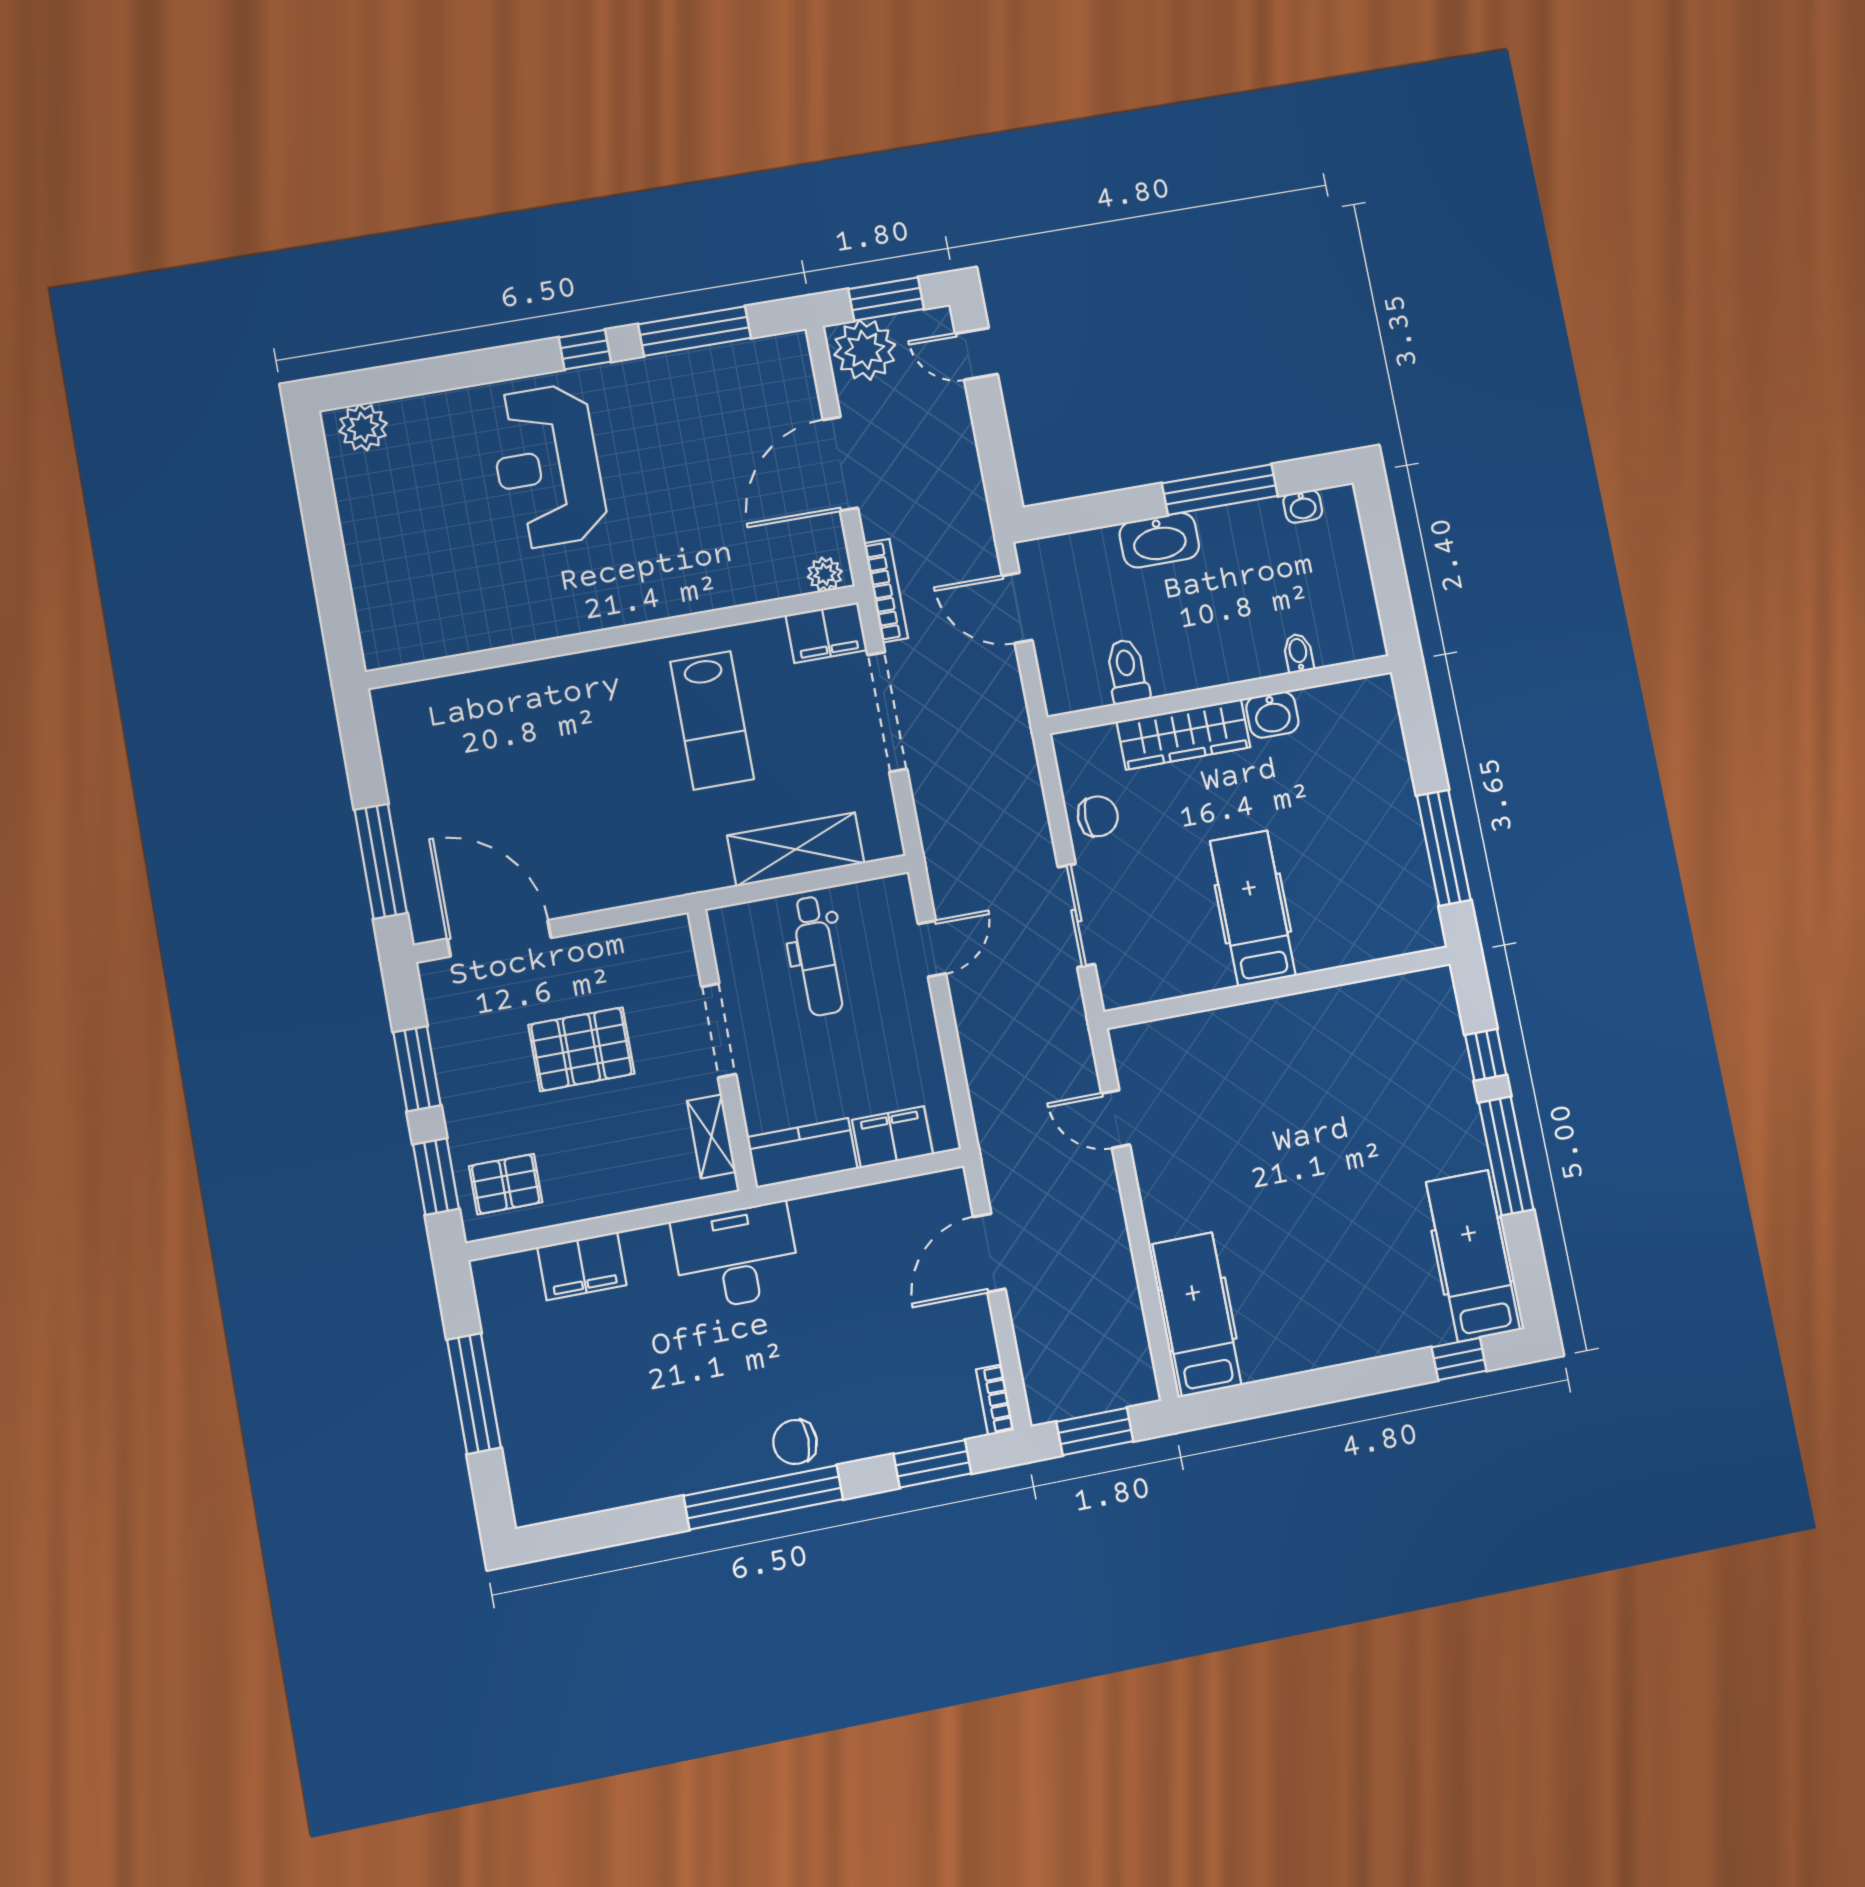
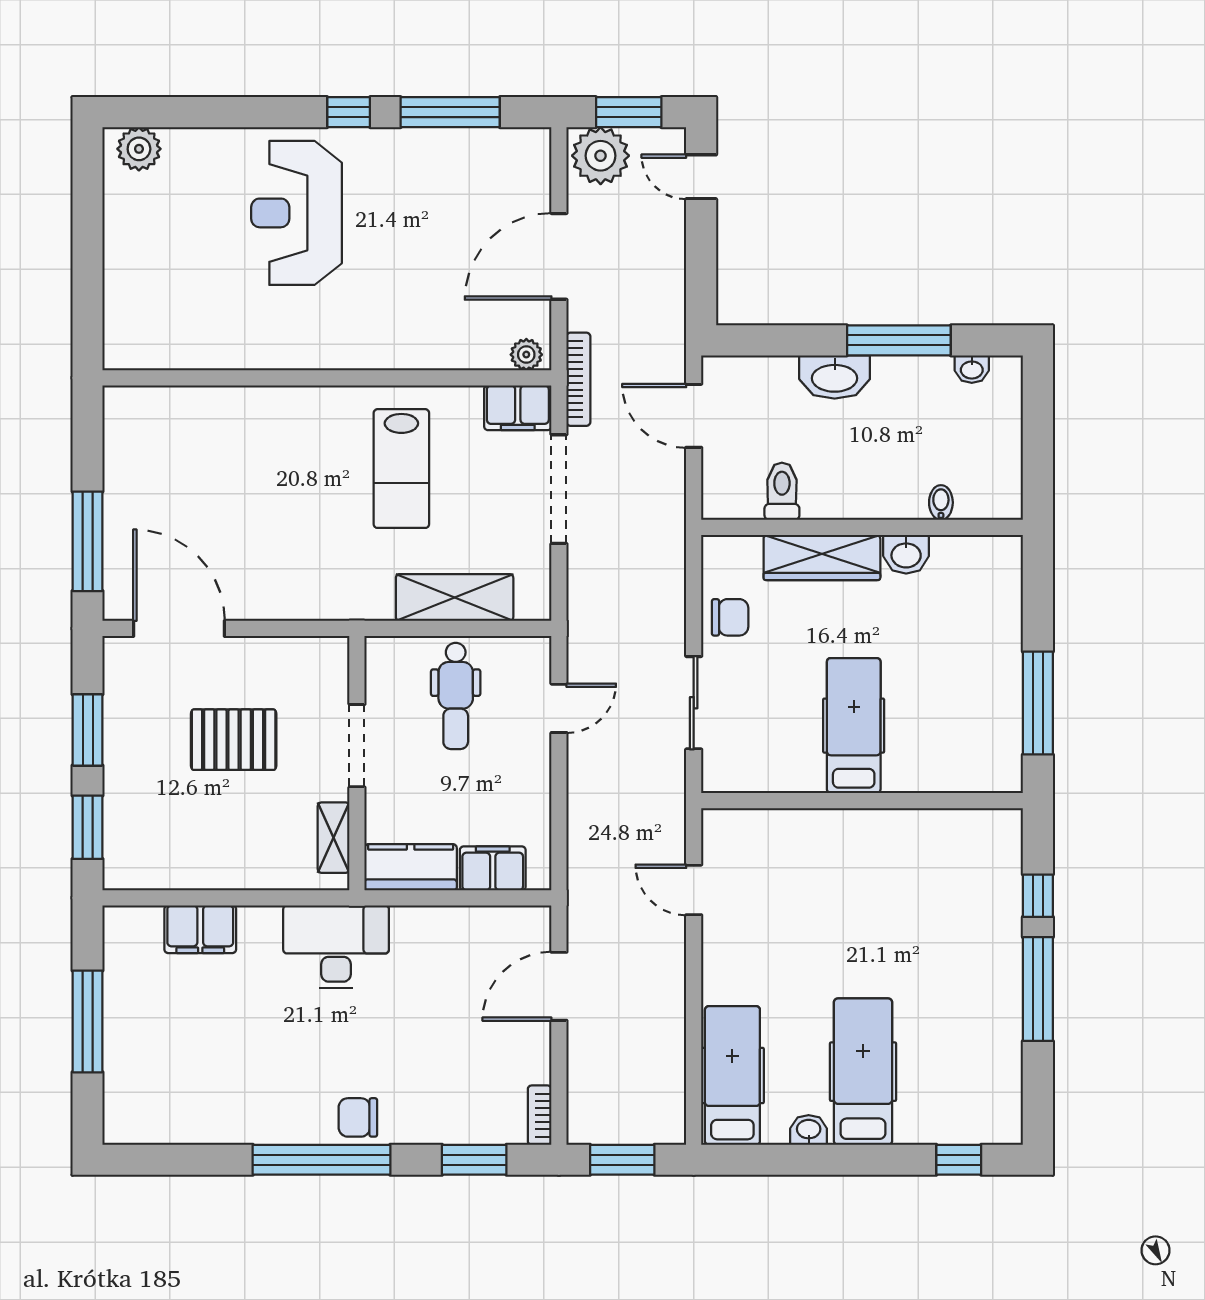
pallet: (506, 1184) -> (147, 845), removed
hospital bed: (1473, 1256) -> (863, 1072), moved
washbasin: (1291, 1358) -> (809, 1130), added

